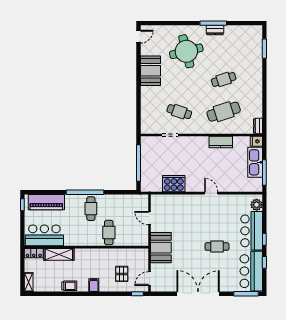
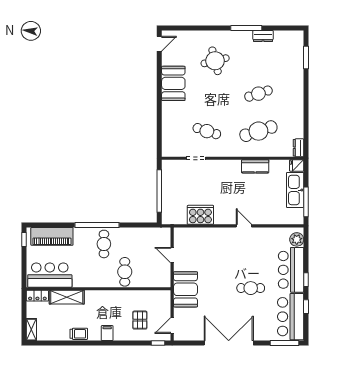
dresser: (215, 30) -> (263, 36), moved
round table: (186, 51) -> (215, 61), width x0.73, depth x0.73

